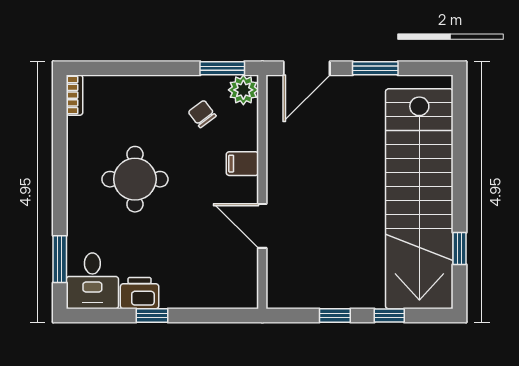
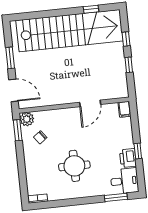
filing cabinet: (242, 164) -> (125, 109), moved

